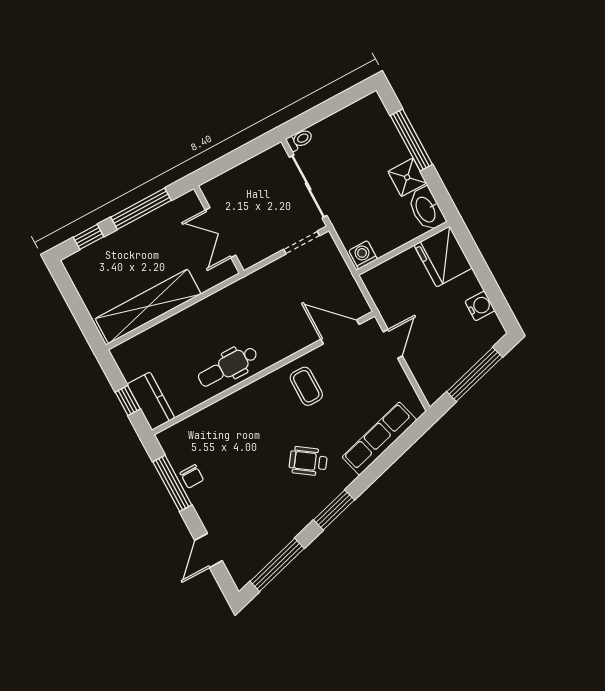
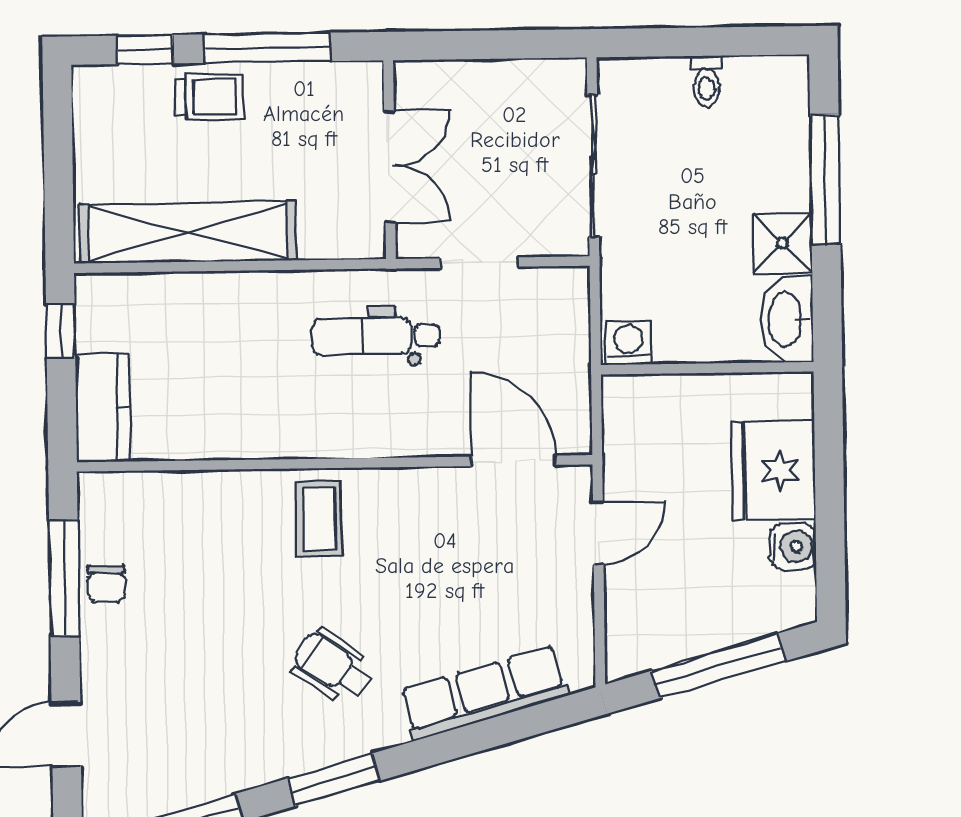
toilet: (300, 140) -> (706, 81), moved, turned 90
double door: (220, 233) -> (390, 167), swing flipped
trolley: (127, 243) -> (210, 97), added
doorway: (302, 243) -> (479, 263), moved
fridge: (443, 257) -> (773, 470), moved
dental chair: (228, 367) -> (376, 336), moved
coffee table: (306, 386) -> (319, 518), moved
window: (128, 401) -> (61, 331), moved

